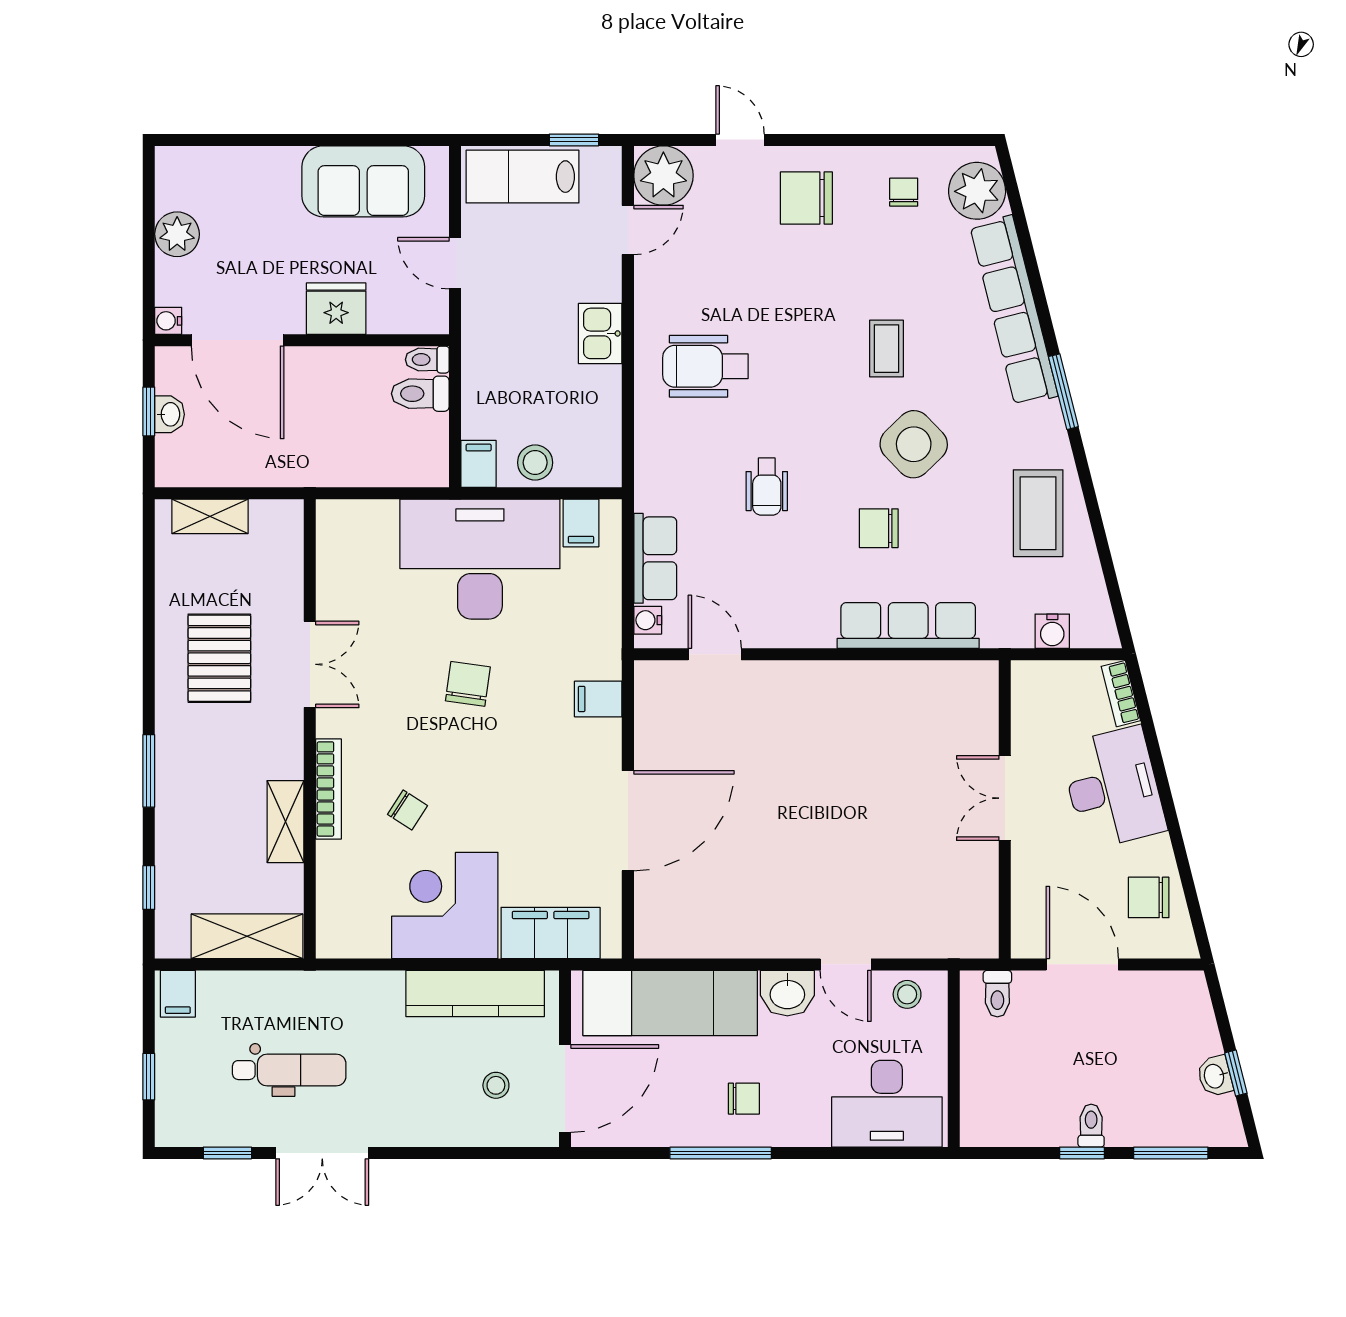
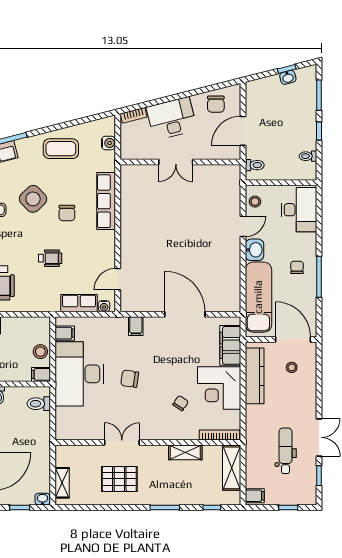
toilet: (420, 394) -> (39, 404), moved, turned 90
washbasin: (170, 414) -> (42, 499), moved
bookcase: (329, 789) -> (219, 435), moved
toilet: (1091, 1126) -> (308, 156), moved

